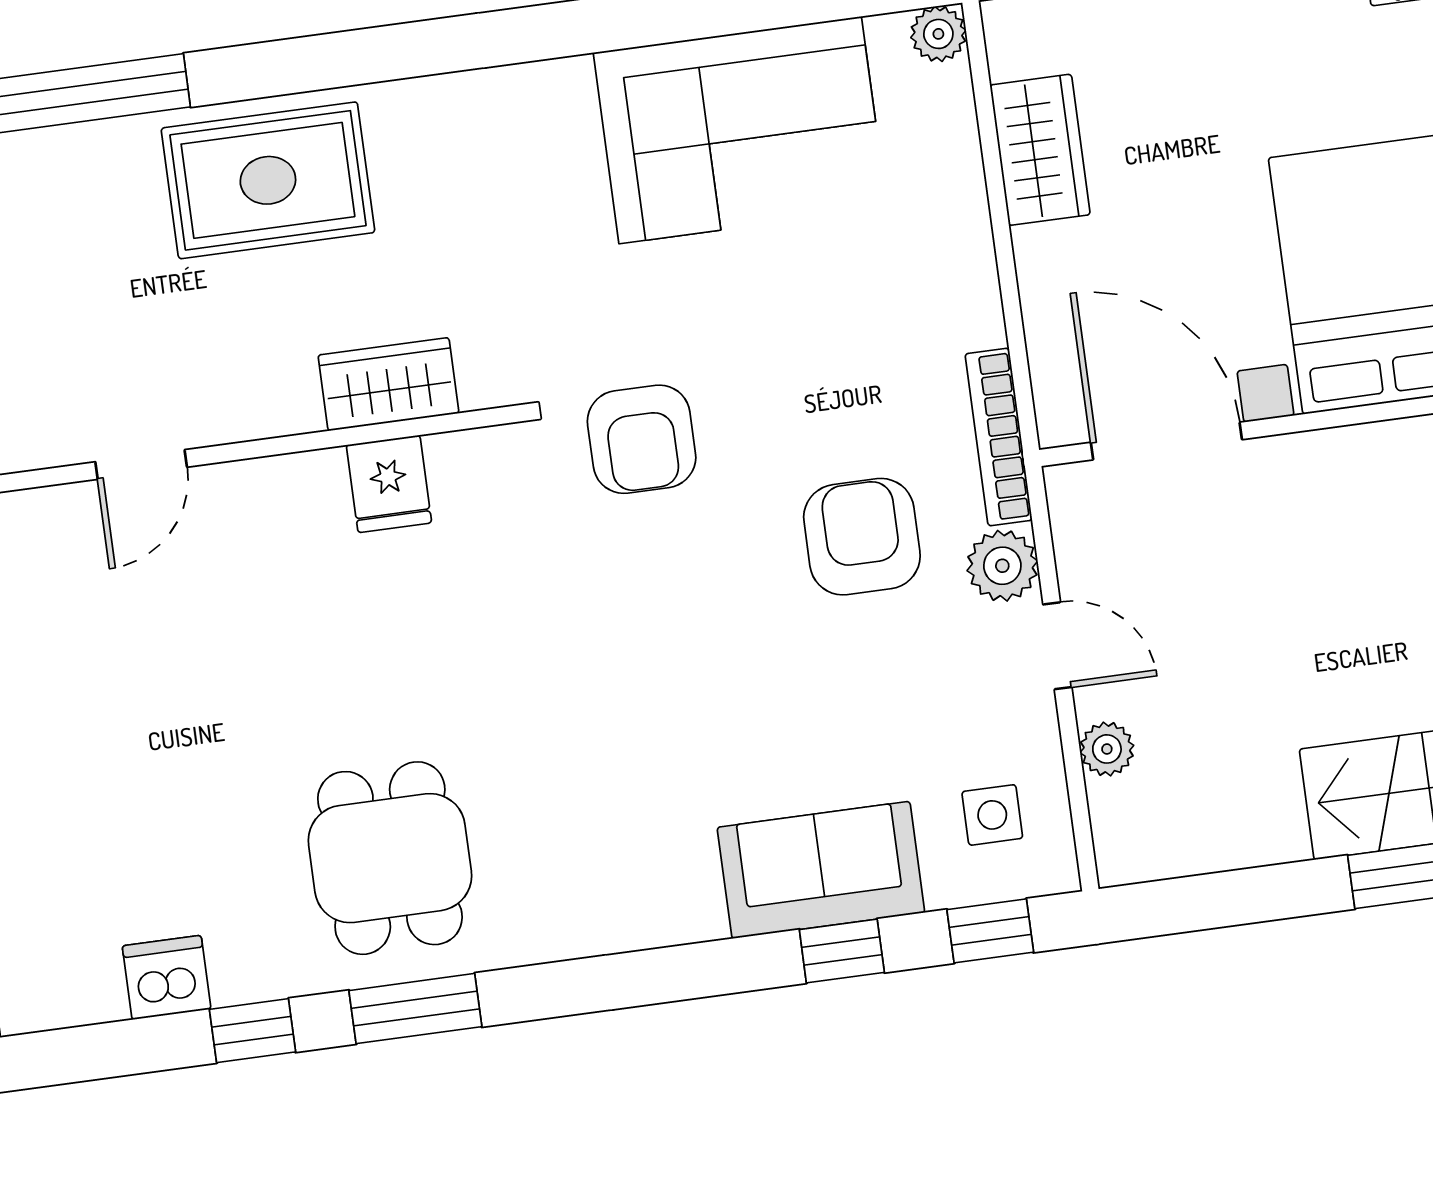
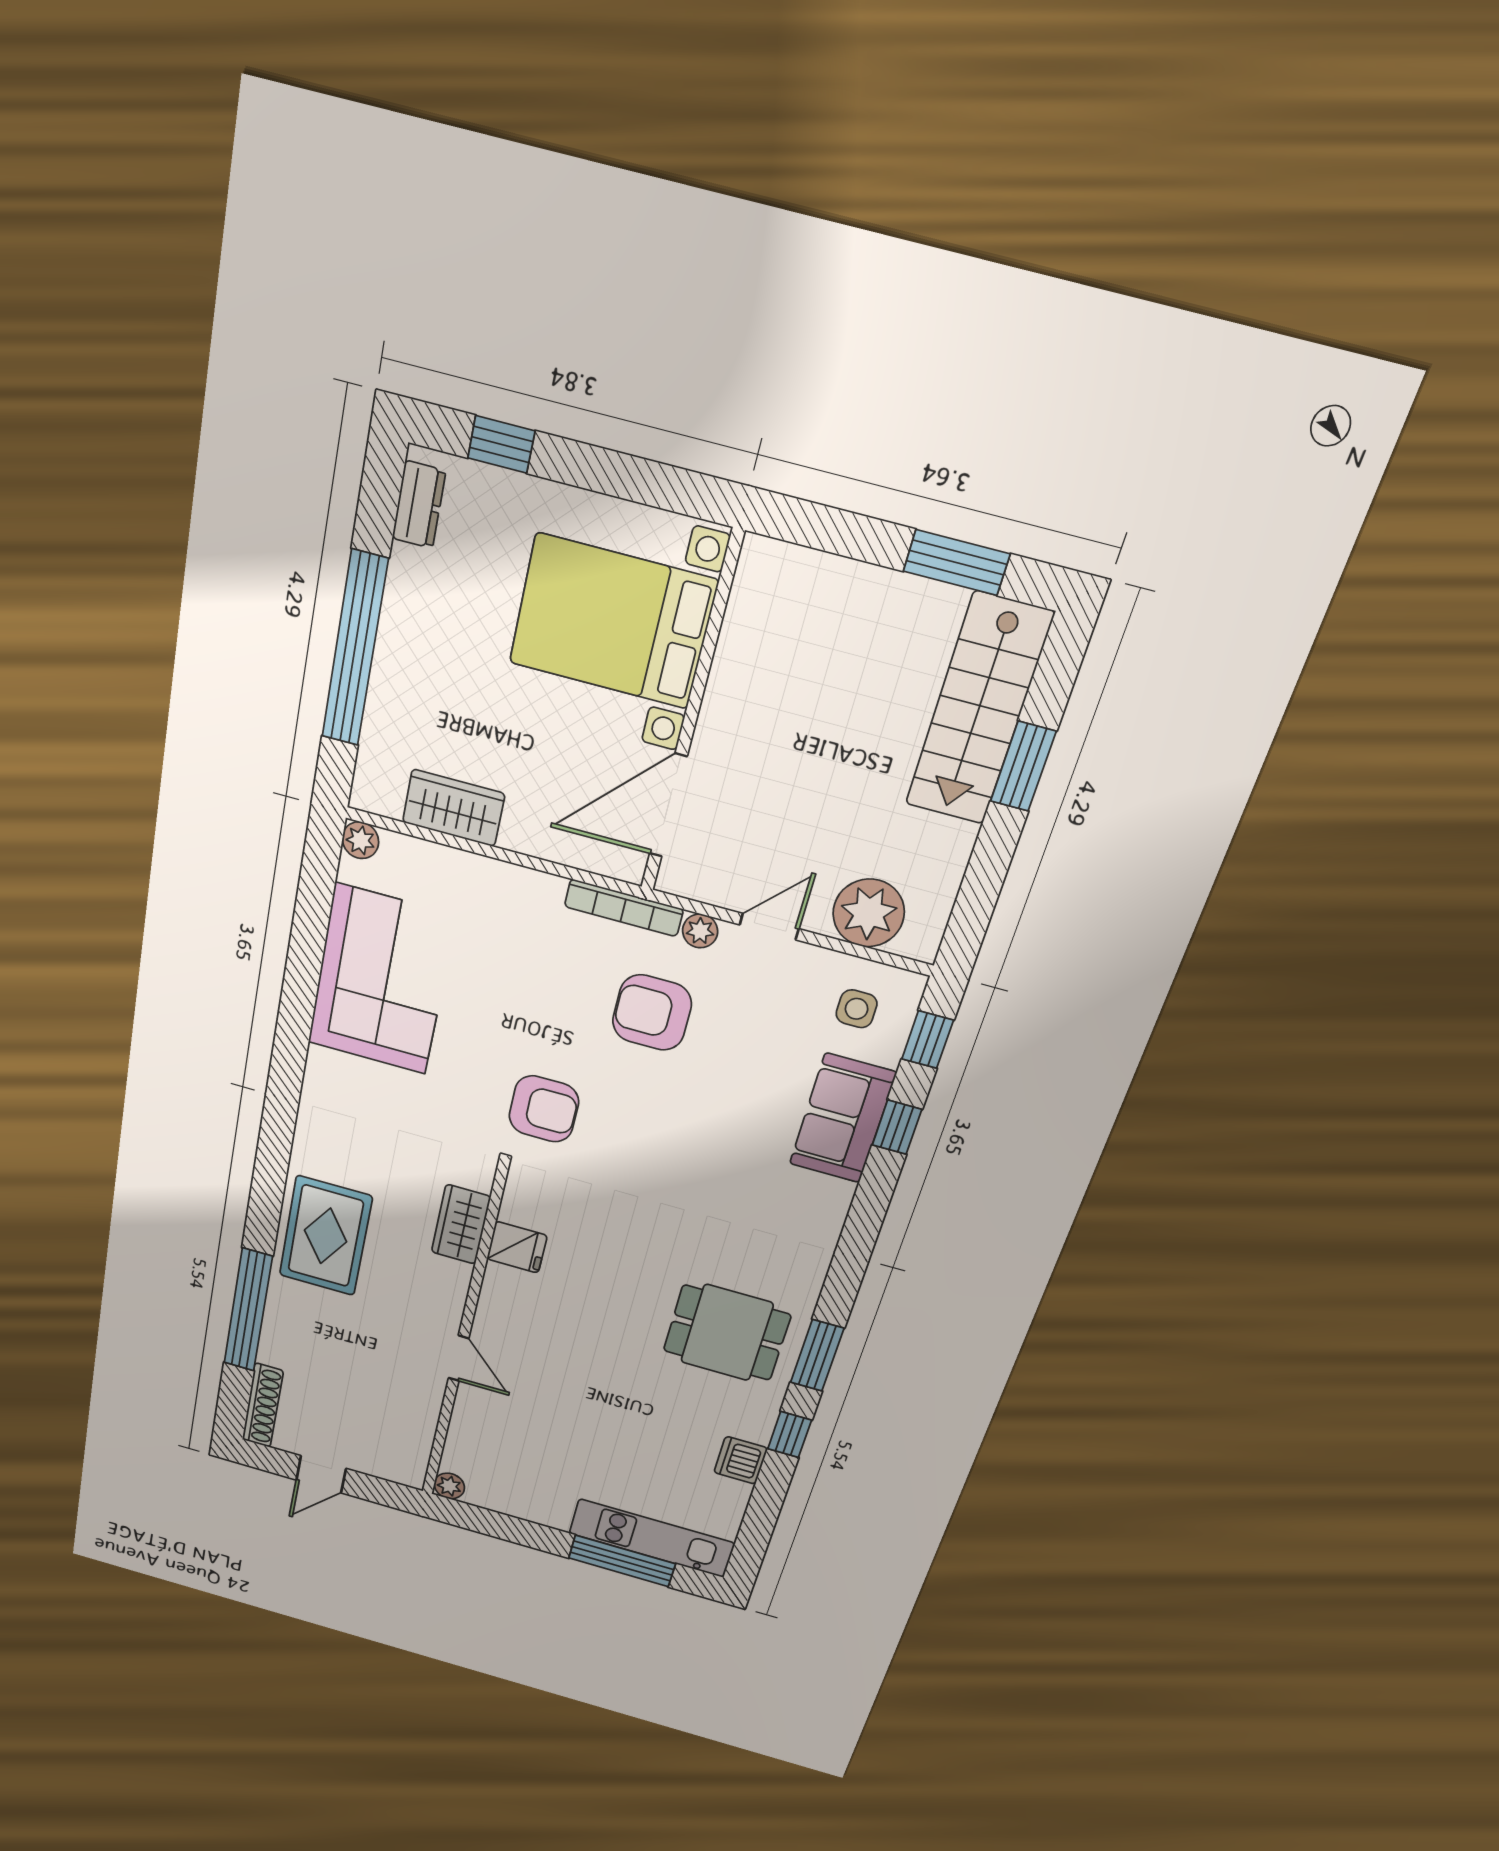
plant: (1002, 566) -> (700, 931), width x0.73, depth x0.73
plant: (1107, 749) -> (869, 913), width x1.88, depth x1.88

